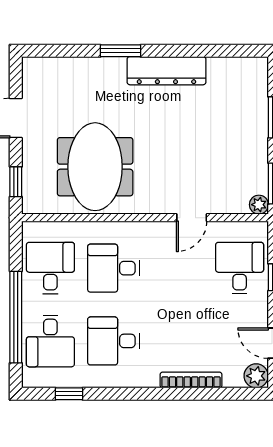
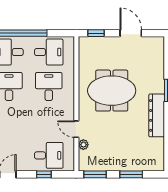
meeting table: (95, 167) -> (112, 91), moved
plant: (259, 205) -> (83, 145), moved

